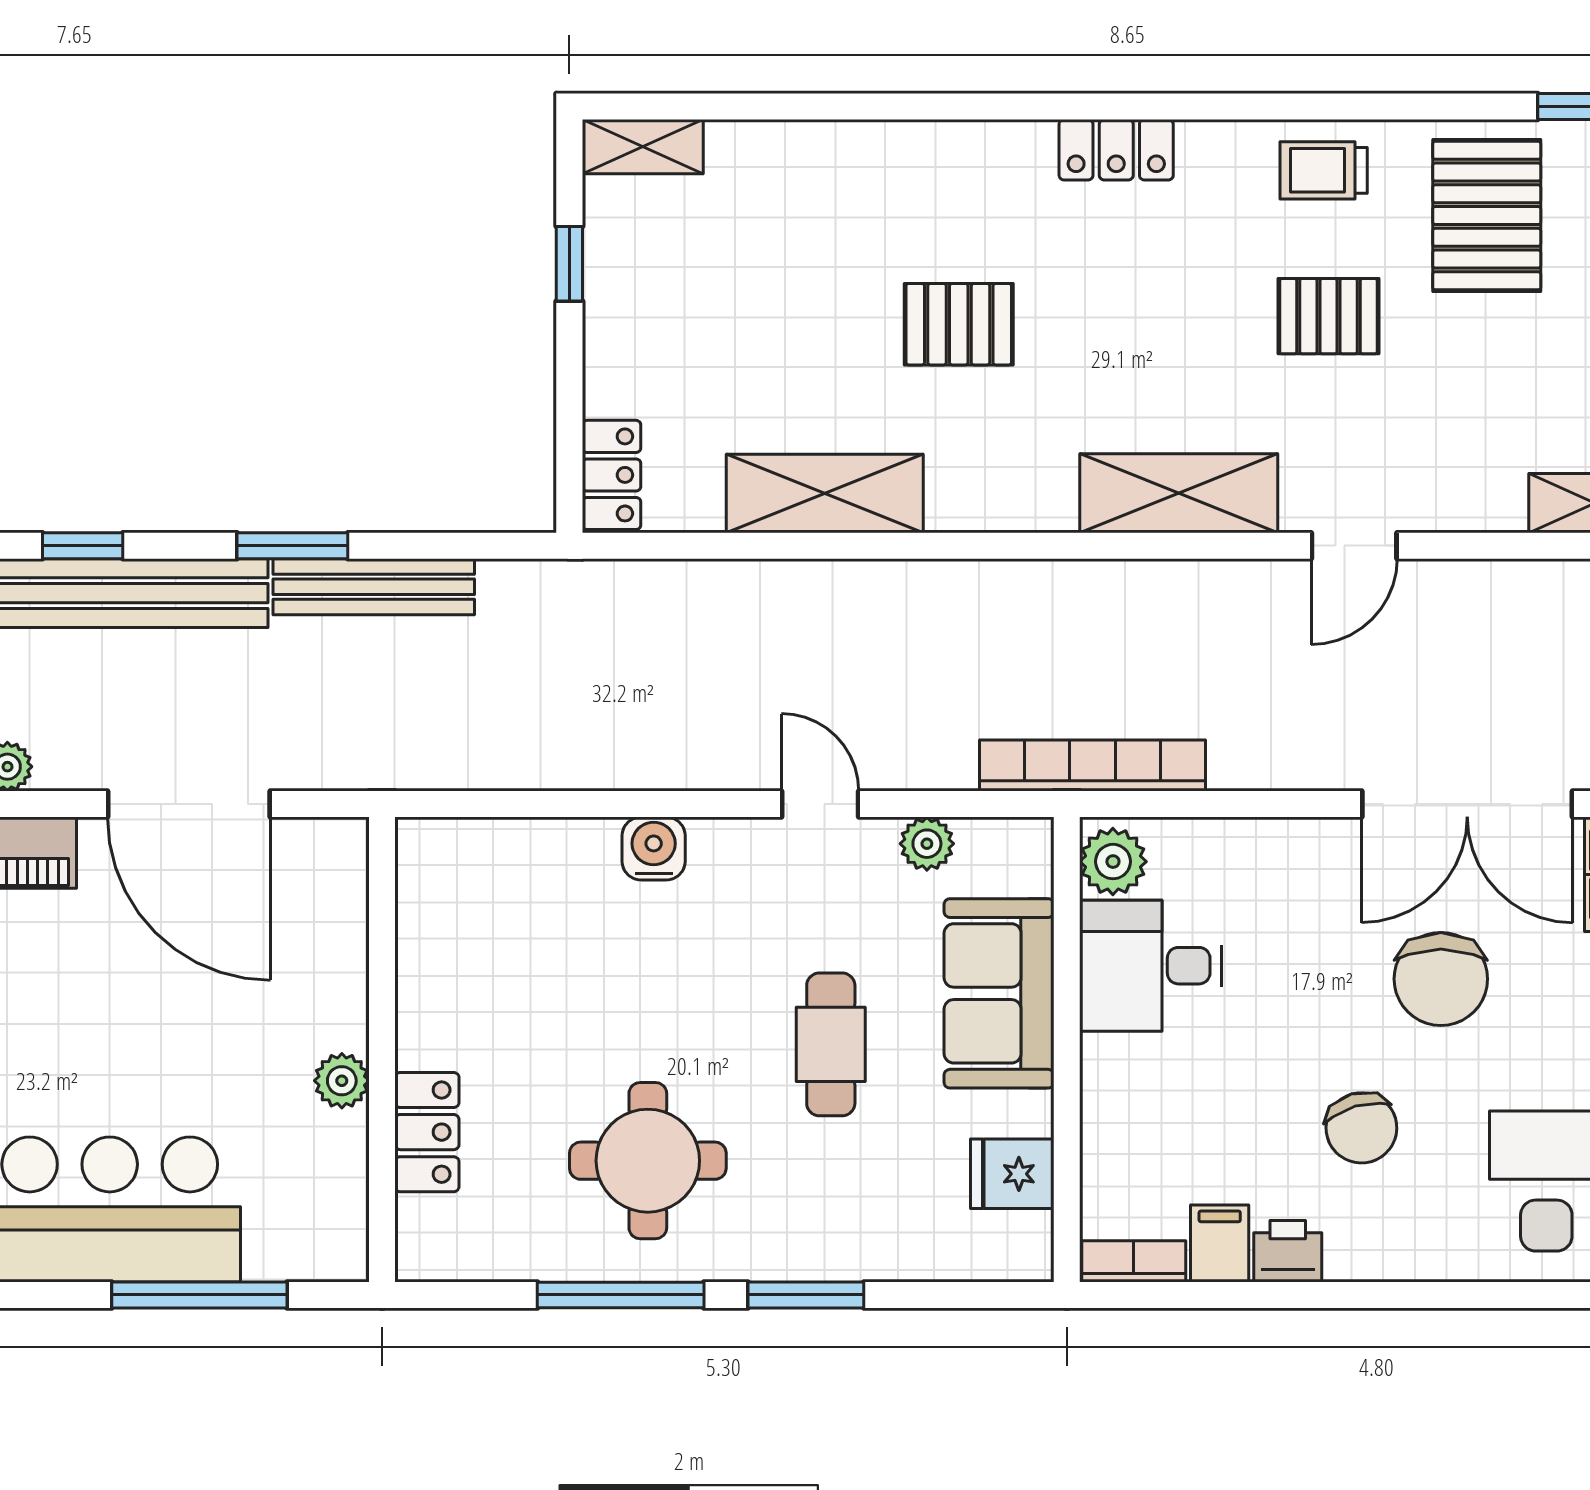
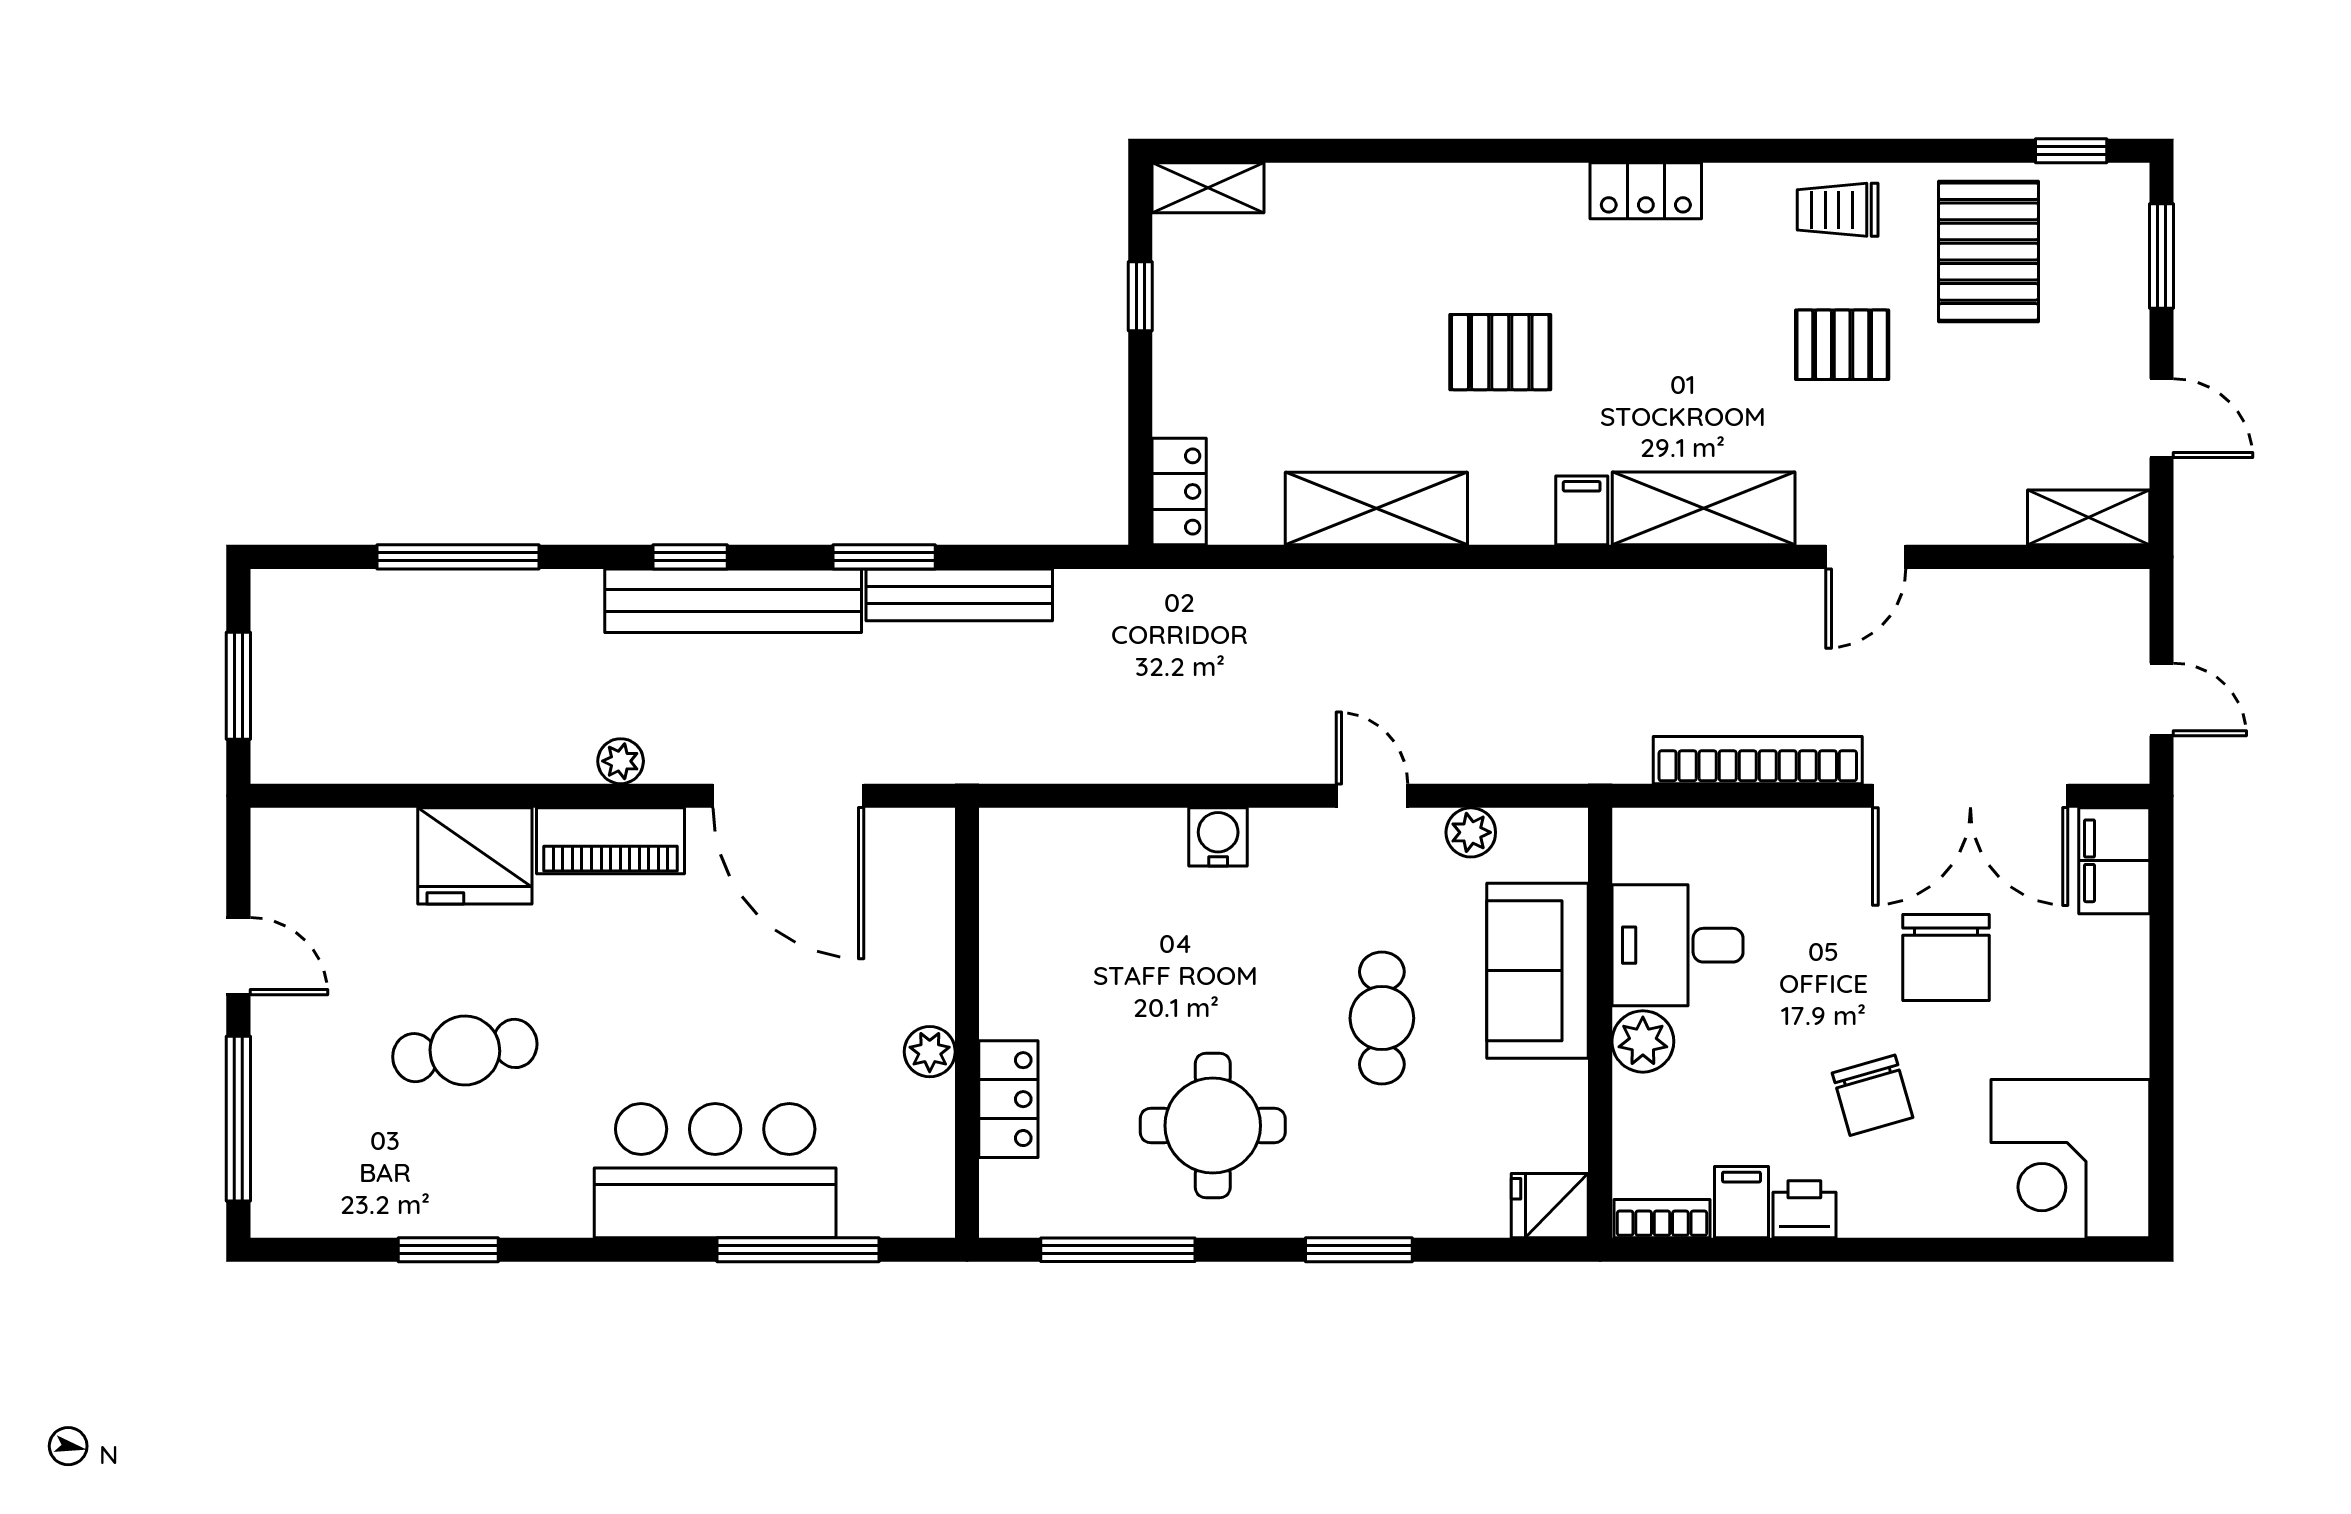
filing cabinet: (1047, 495) -> (1582, 510), added
bookcase: (1093, 766) -> (1758, 760), moved
plant: (1113, 862) -> (1643, 1041), moved
fridge: (1012, 1174) -> (1550, 1206), moved
window: (621, 1295) -> (1118, 1250), moved

